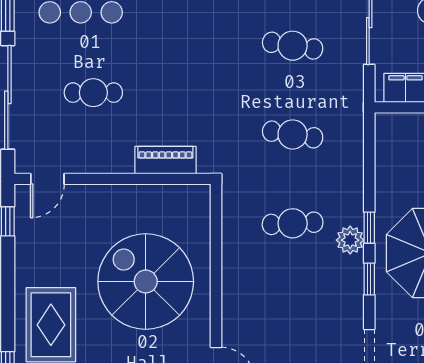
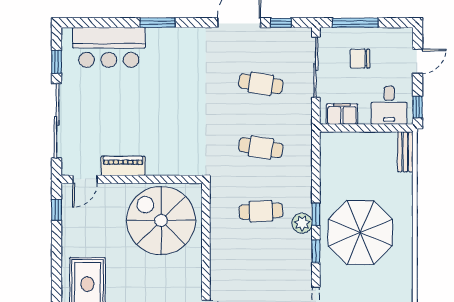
cafe table: (93, 93) -> (118, 117), removed
piano: (165, 160) -> (123, 166), moved
spiral stairs: (146, 282) -> (161, 220), moved

